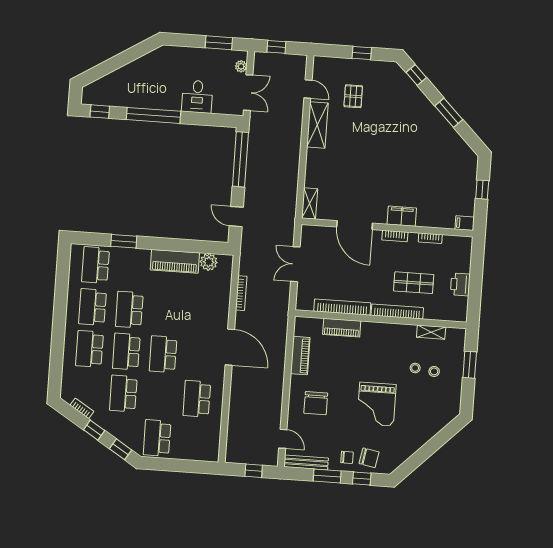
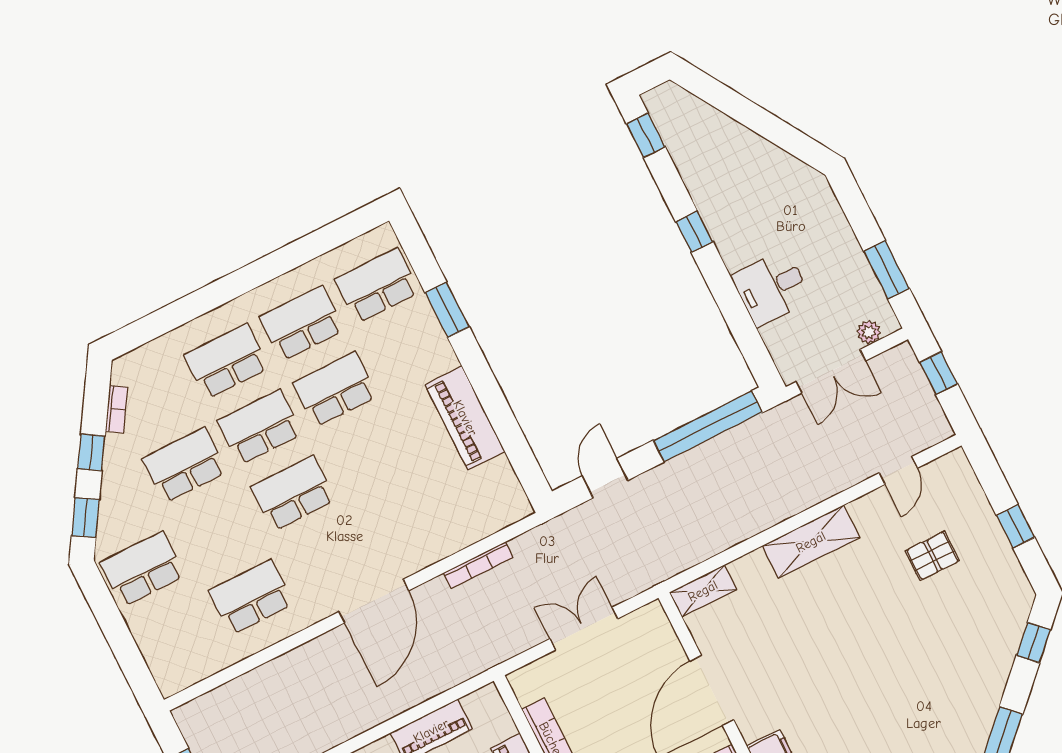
window: (154, 115) -> (694, 232), width x0.32
shelving: (317, 125) -> (811, 542), moved
plant: (209, 262) -> (499, 477), removed

